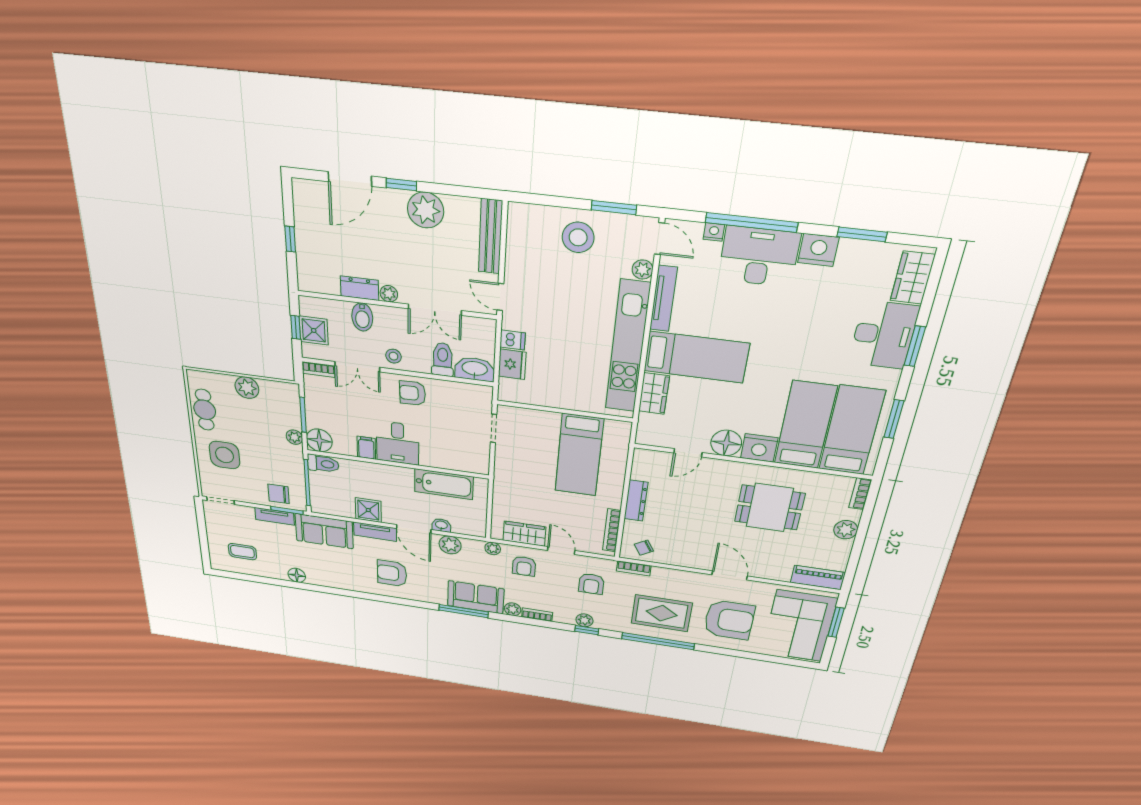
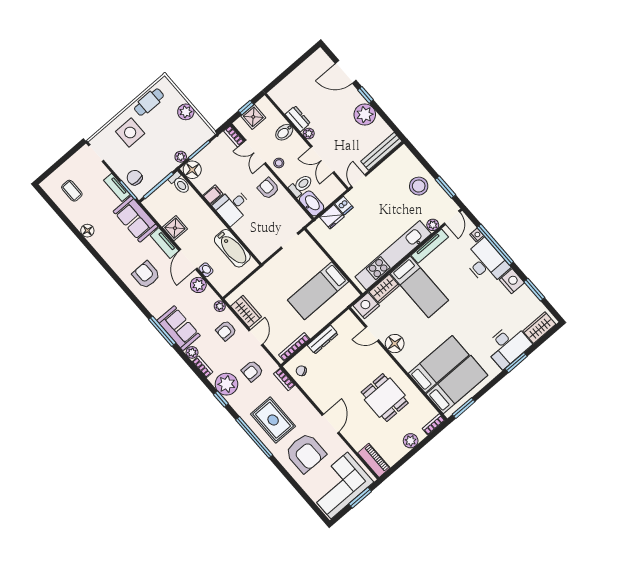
window: (290, 239) -> (290, 70), removed
window: (894, 419) -> (464, 408), moved
nightstand: (759, 448) -> (366, 306), moved, turned 90
plant: (584, 620) -> (226, 384), width x1.88, depth x1.88

